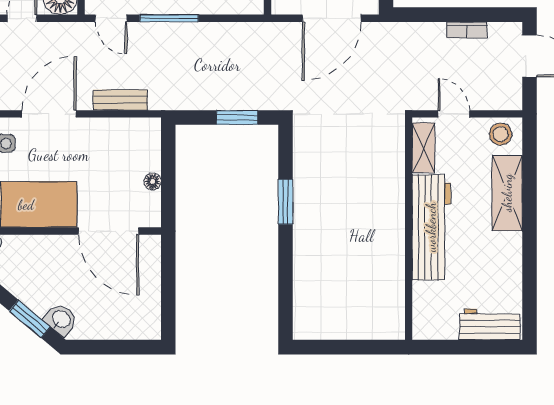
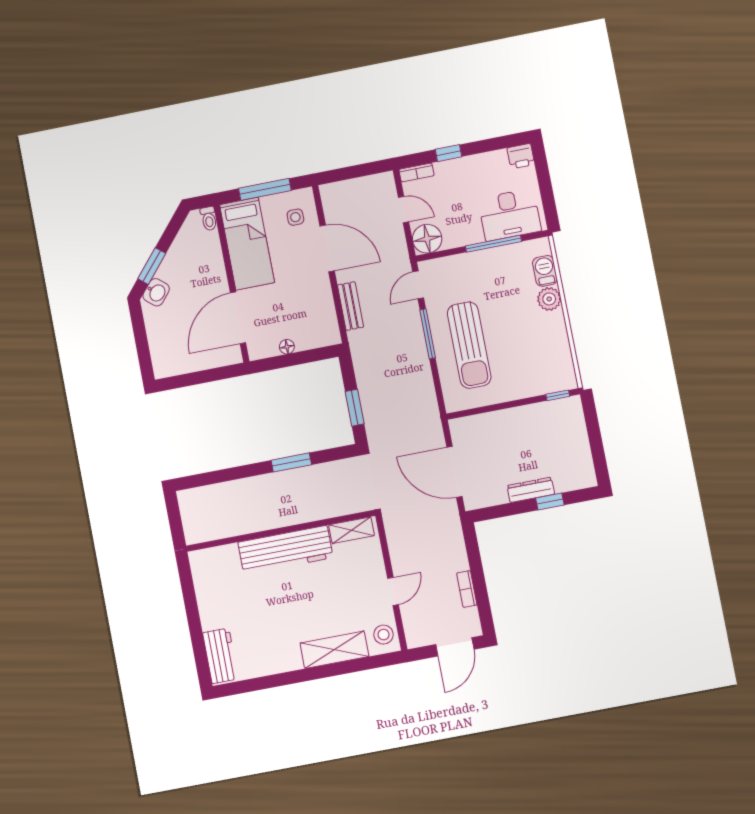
shelving: (423, 148) -> (351, 530), moved
workbench: (431, 227) -> (285, 550), moved
wall: (409, 229) -> (281, 531), moved

